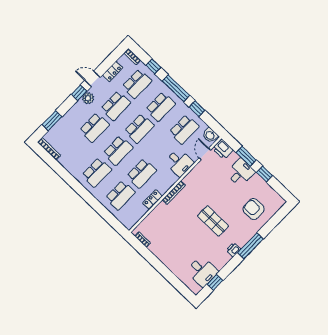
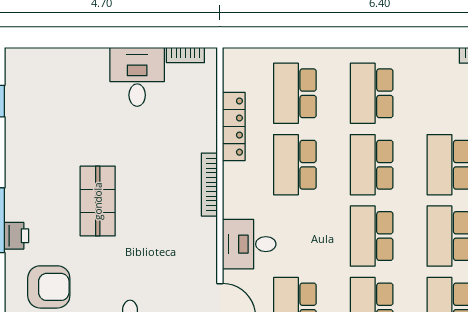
locker: (152, 200) -> (234, 127), width x1.53
shop shelf: (213, 221) -> (98, 201), turned 90
printer: (233, 250) -> (16, 236), moved
desk: (202, 271) -> (137, 77), moved, turned 90

